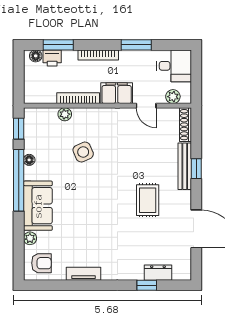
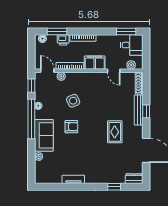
window: (136, 45) -> (126, 32), moved
printer: (52, 58) -> (63, 40), moved
door: (43, 106) -> (47, 71), added
armchair: (41, 263) -> (71, 127), moved
dresser: (158, 273) -> (134, 179), moved

